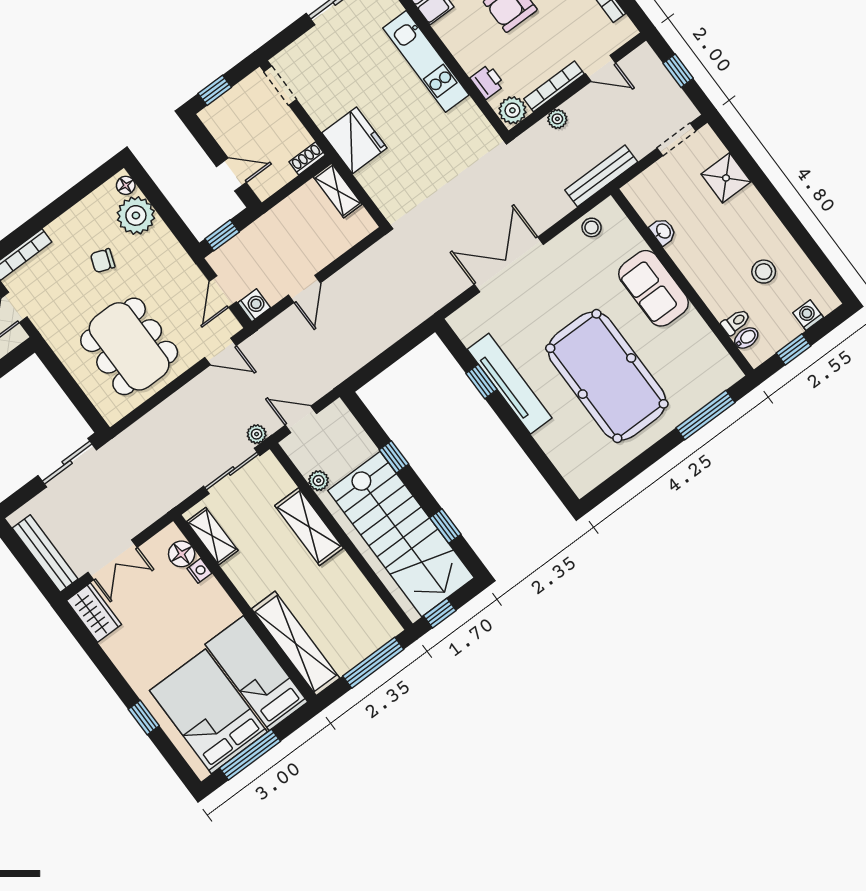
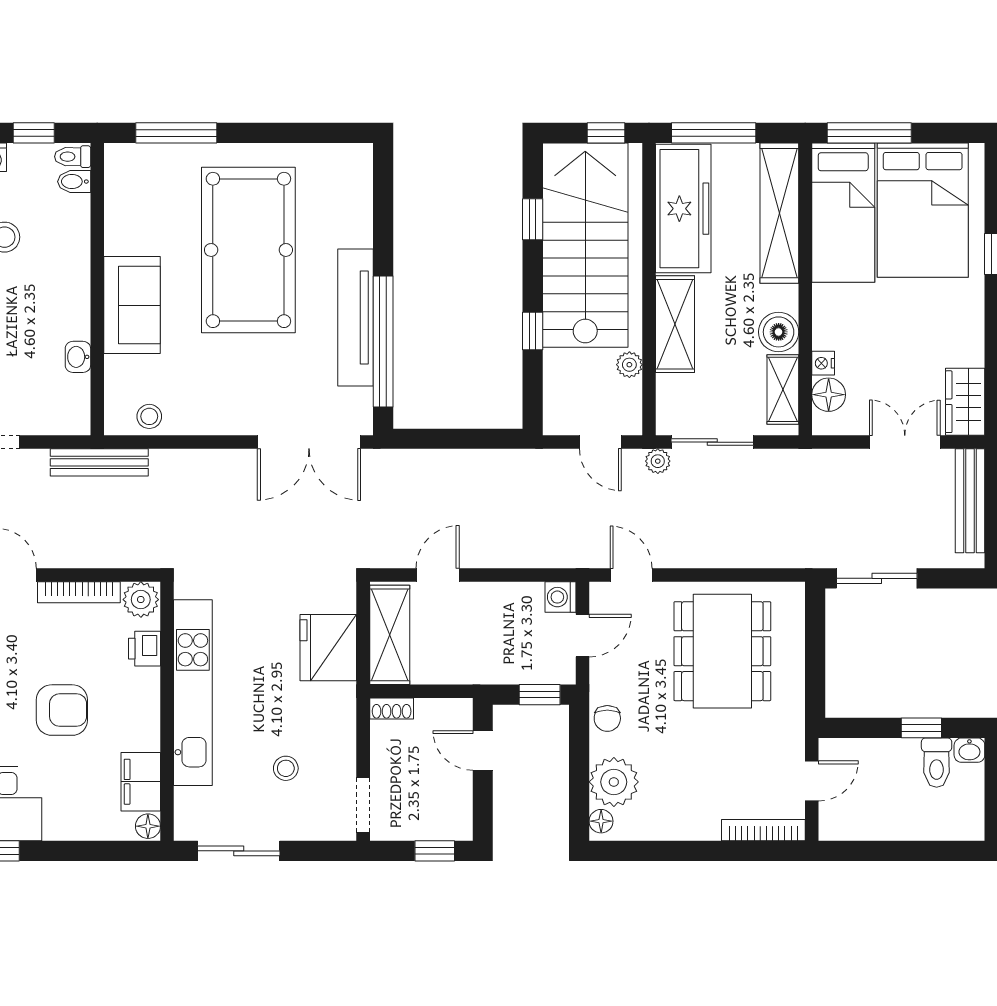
kitchen unit: (426, 61) -> (193, 693), width x1.36
stool: (345, 73) -> (286, 768), added
plant: (557, 119) -> (101, 556), removed
fridge: (354, 140) -> (328, 648), moved
shelving: (338, 191) -> (390, 635), width x1.50, depth x1.33
chair: (103, 261) -> (607, 718), moved, turned 70
double door: (509, 264) -> (309, 442), moved
door: (304, 289) -> (438, 575), moved
toilet: (736, 322) -> (73, 157), moved
window: (482, 381) -> (383, 342), width x3.17
boiler: (241, 570) -> (779, 332), added
freezer: (357, 602) -> (683, 209), added
window: (250, 755) -> (869, 133), moved

